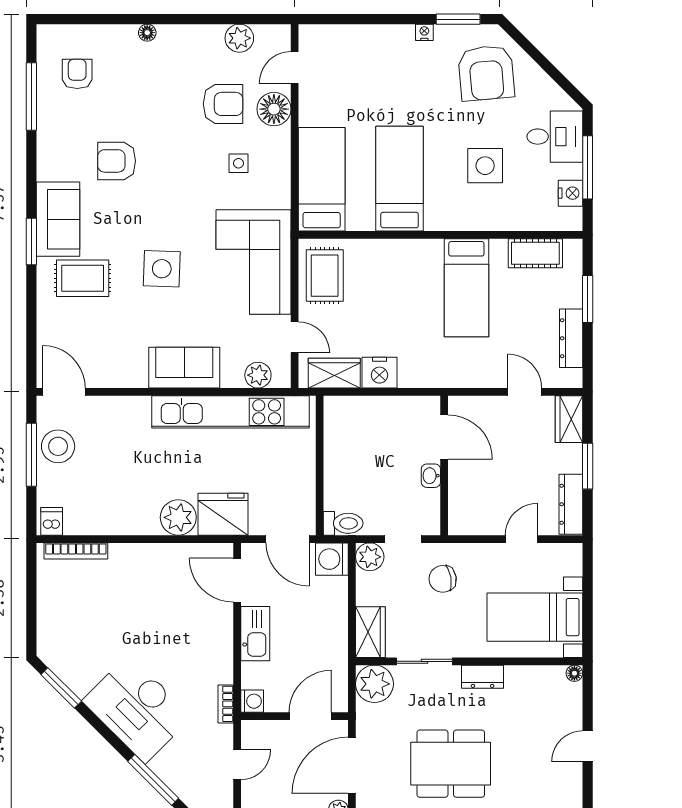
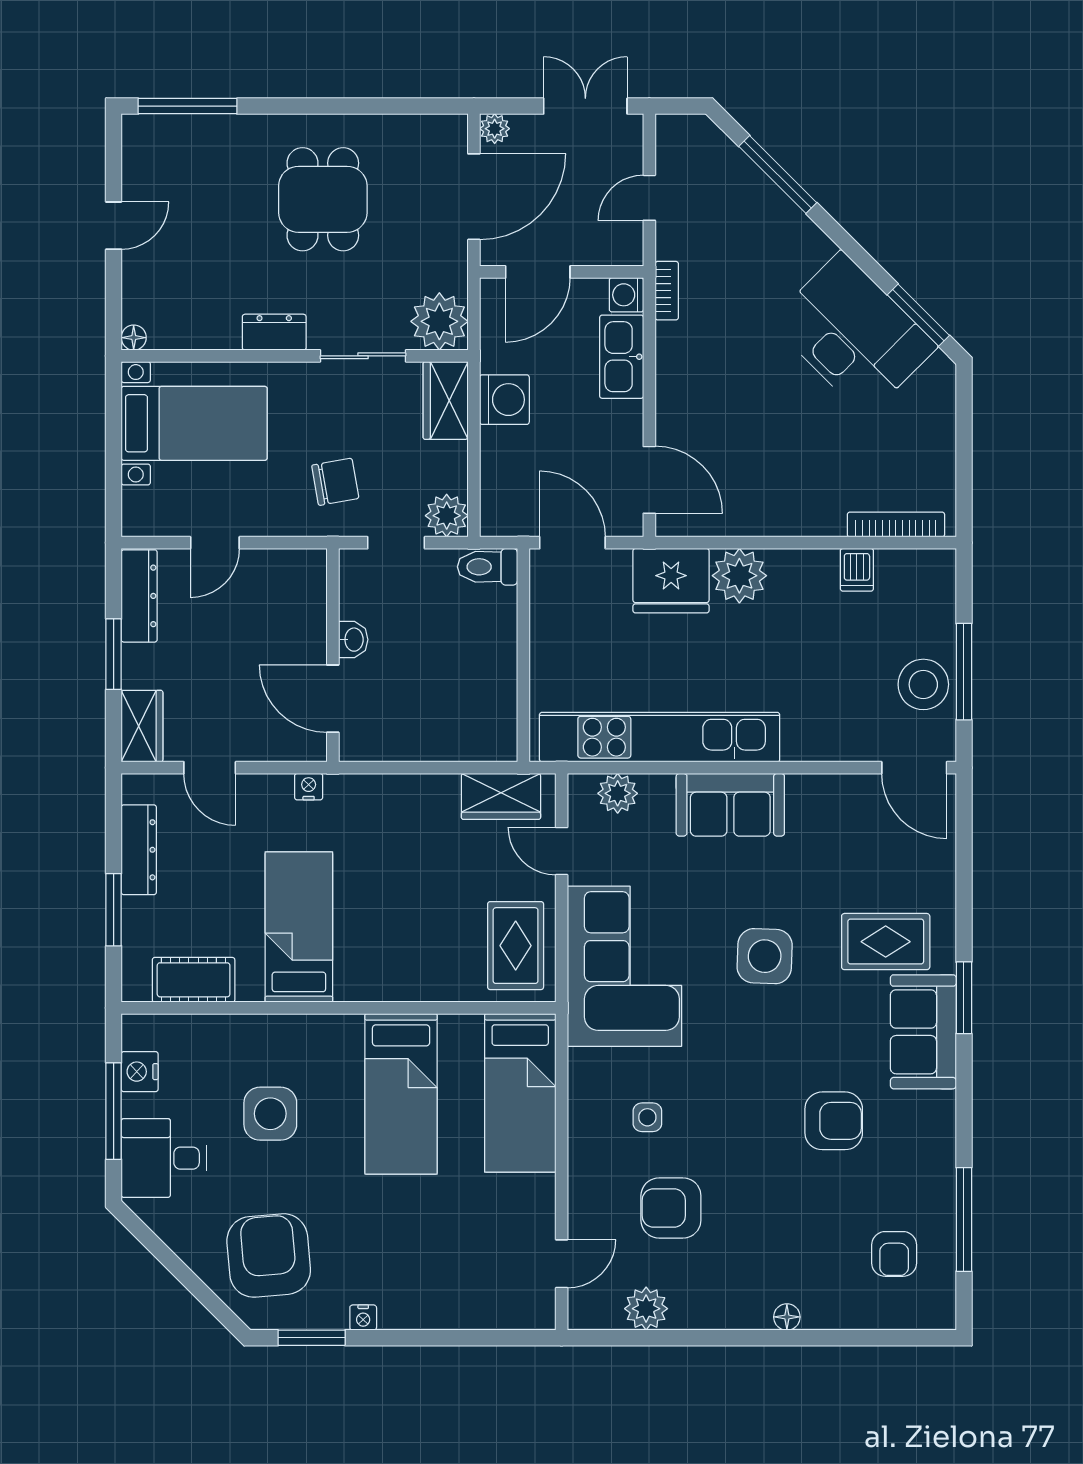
floor lamp: (274, 109) -> (593, 1200), removed
nightstand: (379, 373) -> (309, 787), moved, width x0.53, depth x0.56
dishwasher: (52, 521) -> (857, 570), moved
washing machine: (332, 559) -> (504, 400), moved
kitchen sink: (255, 634) -> (622, 357), moved
desk: (137, 709) -> (854, 334), moved
dining table: (451, 764) -> (323, 199), width x0.73

